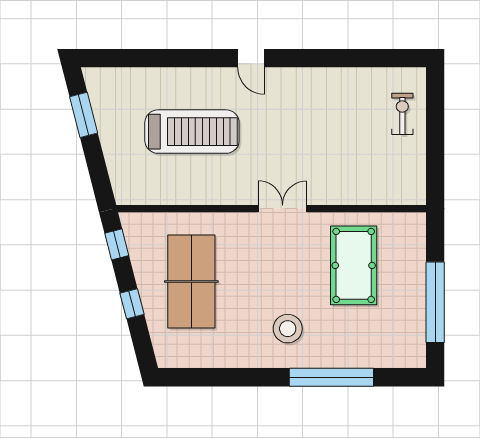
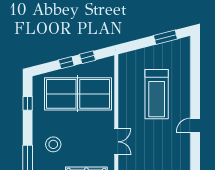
window: (117, 244) -> (87, 57), moved
table tennis table: (191, 282) -> (78, 94), width x1.36, depth x1.32
window: (210, 377) -> (28, 103), added

